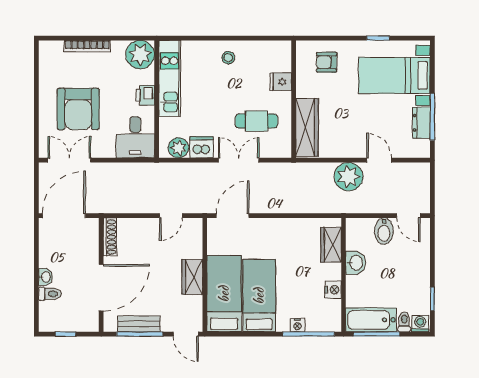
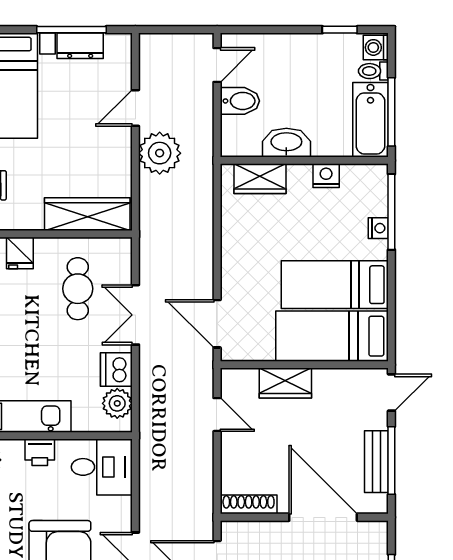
washbasin: (356, 263) -> (286, 143), width x1.38
wardrobe: (192, 277) -> (285, 383), moved

